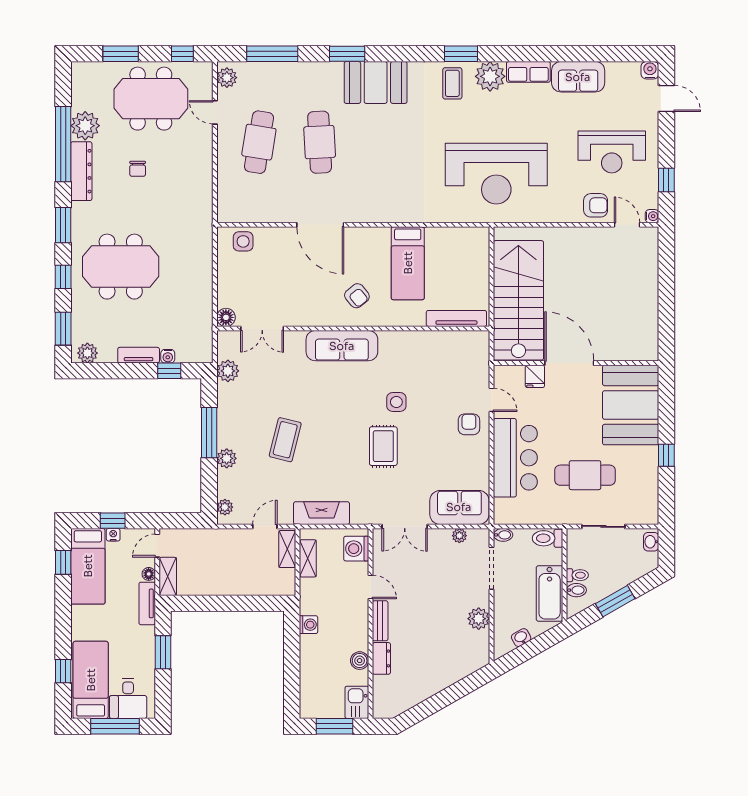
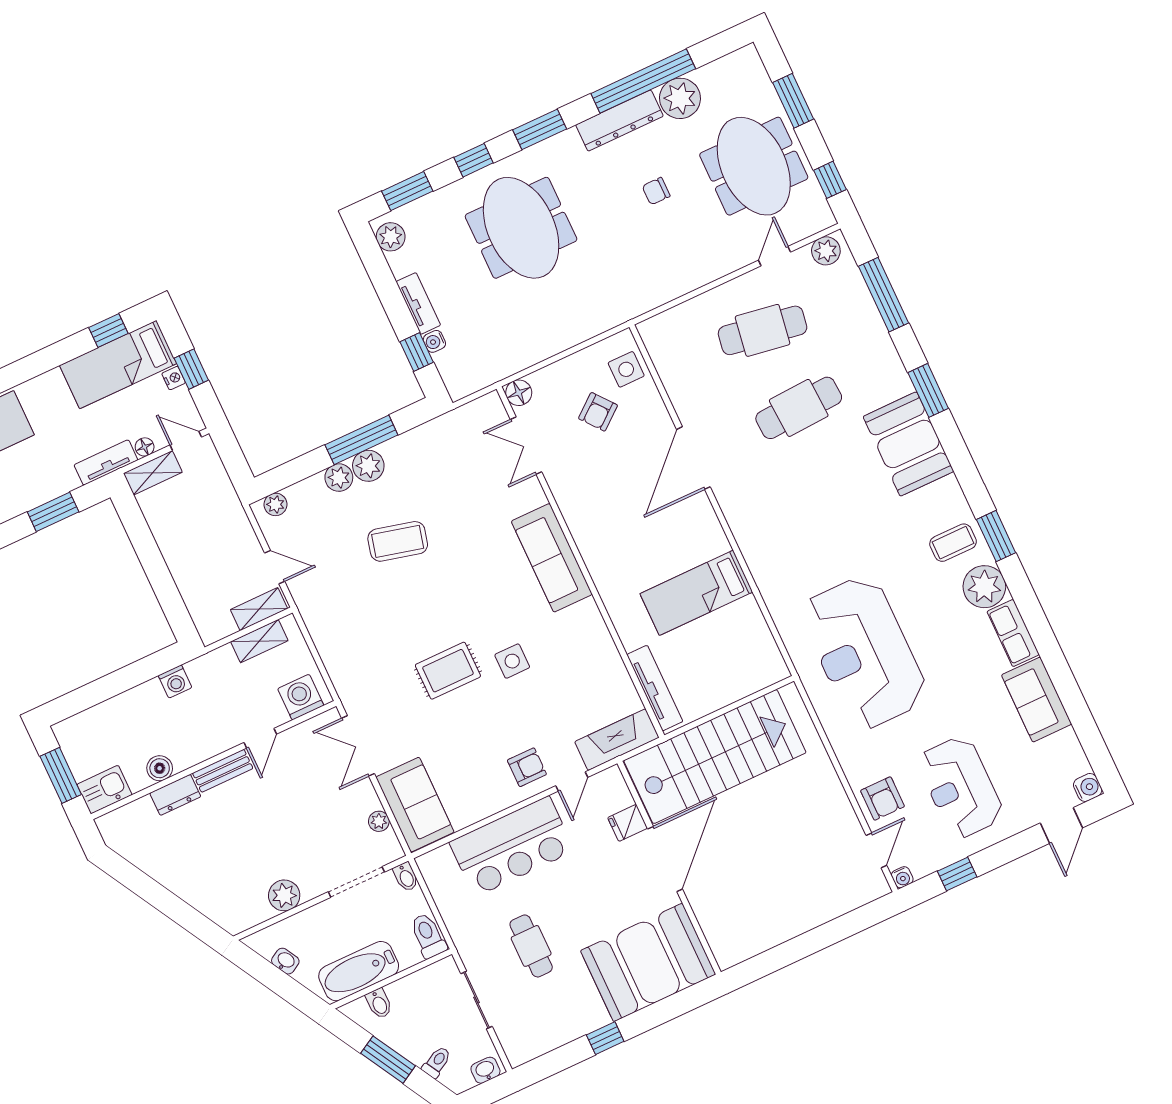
armchair: (357, 296) -> (598, 412), moved
plant: (228, 371) -> (368, 466), moved
cafe table: (585, 475) -> (531, 946), width x0.73, depth x0.74
fireplace: (322, 513) -> (617, 740), moved, turned -90
toilet: (577, 575) -> (437, 1062), moved, turned -120

